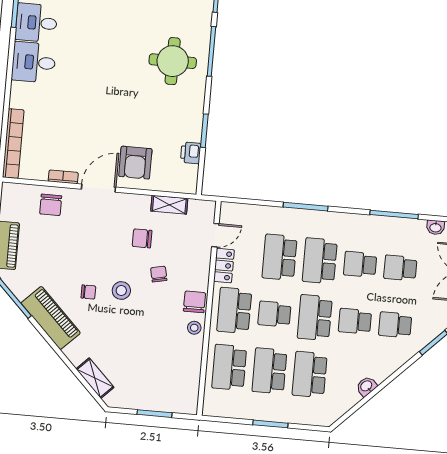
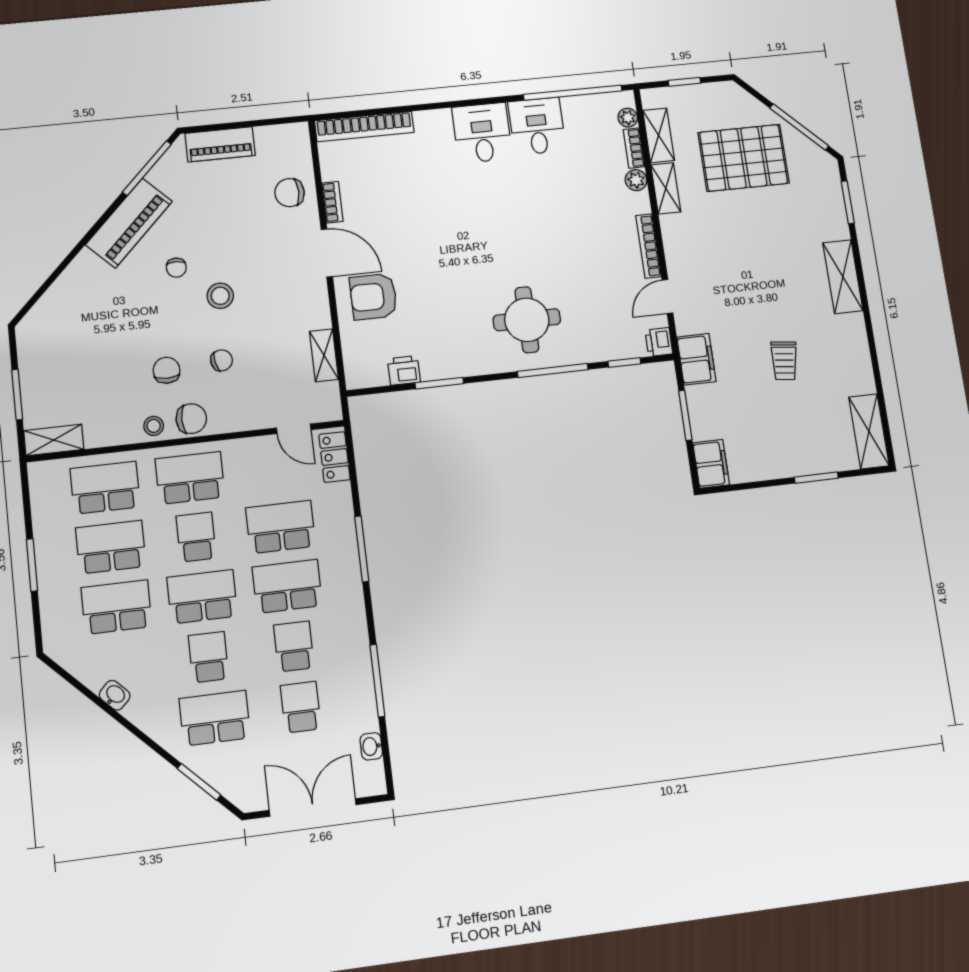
chair: (142, 238) -> (167, 370), moved
locker: (224, 266) -> (334, 457), moved, turned 90
stool: (121, 290) -> (220, 296), moved
school desk: (395, 325) -> (215, 718), width x1.85
shelving: (95, 378) -> (54, 440), moved, turned 45

